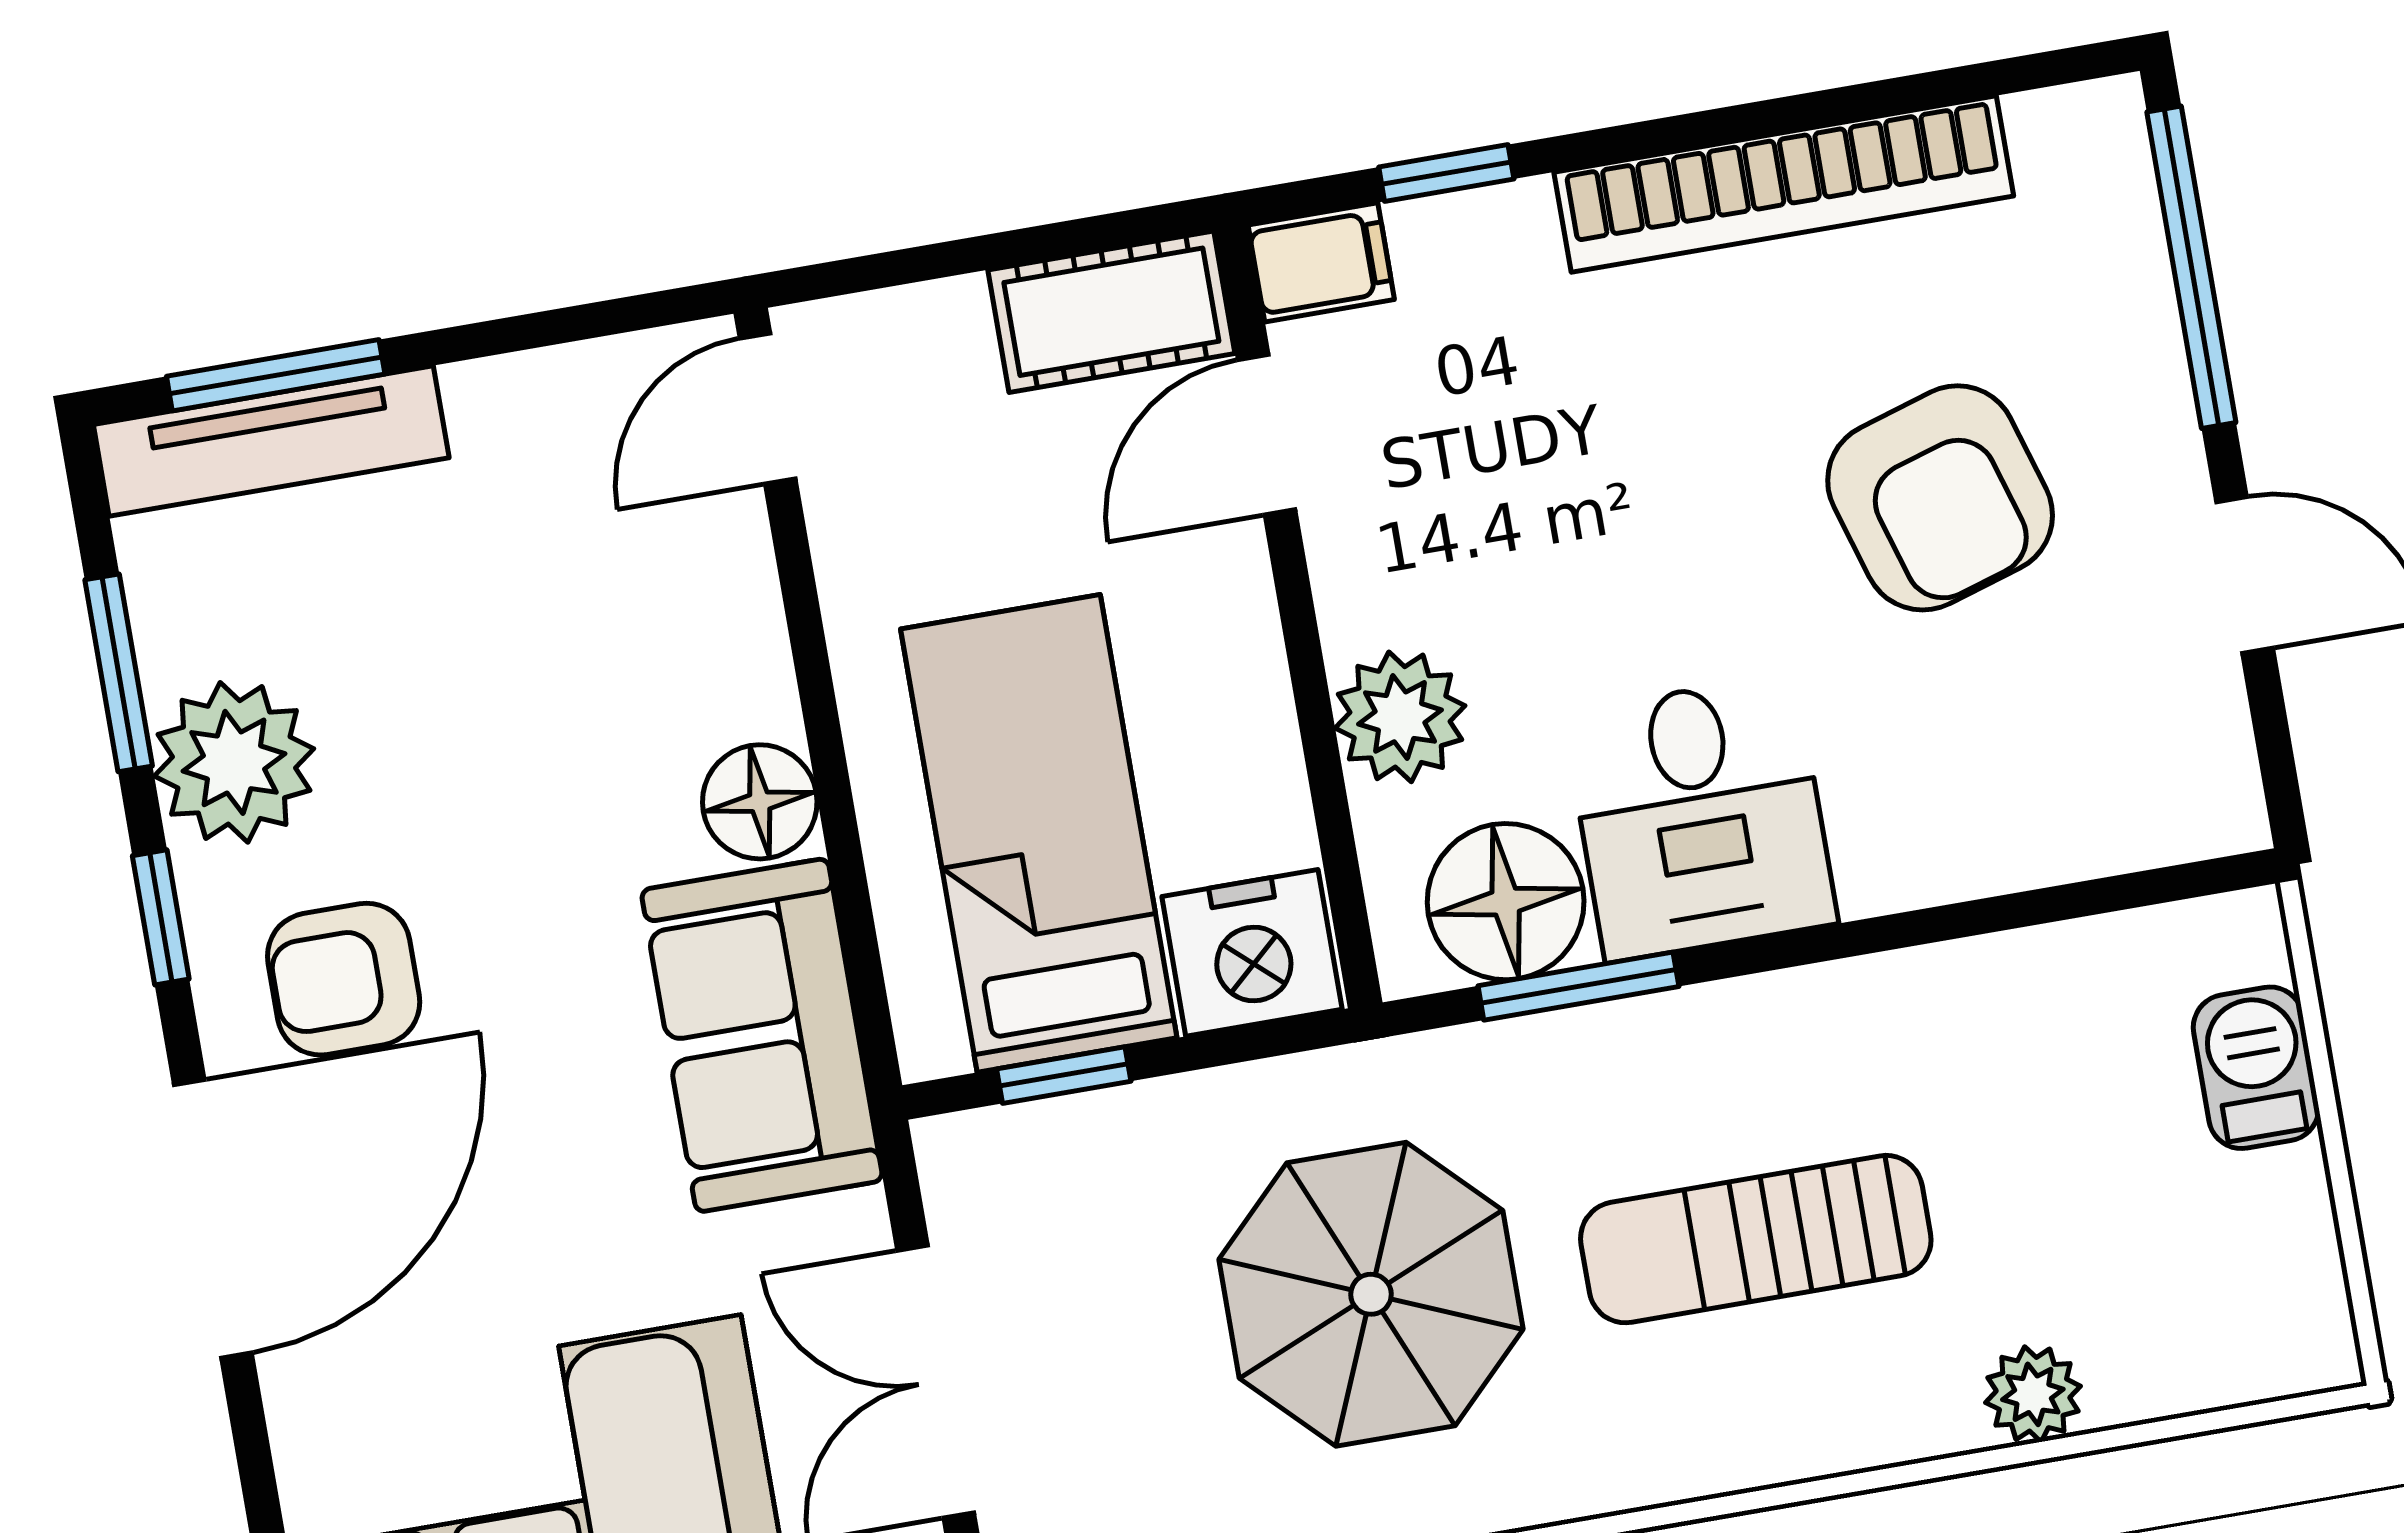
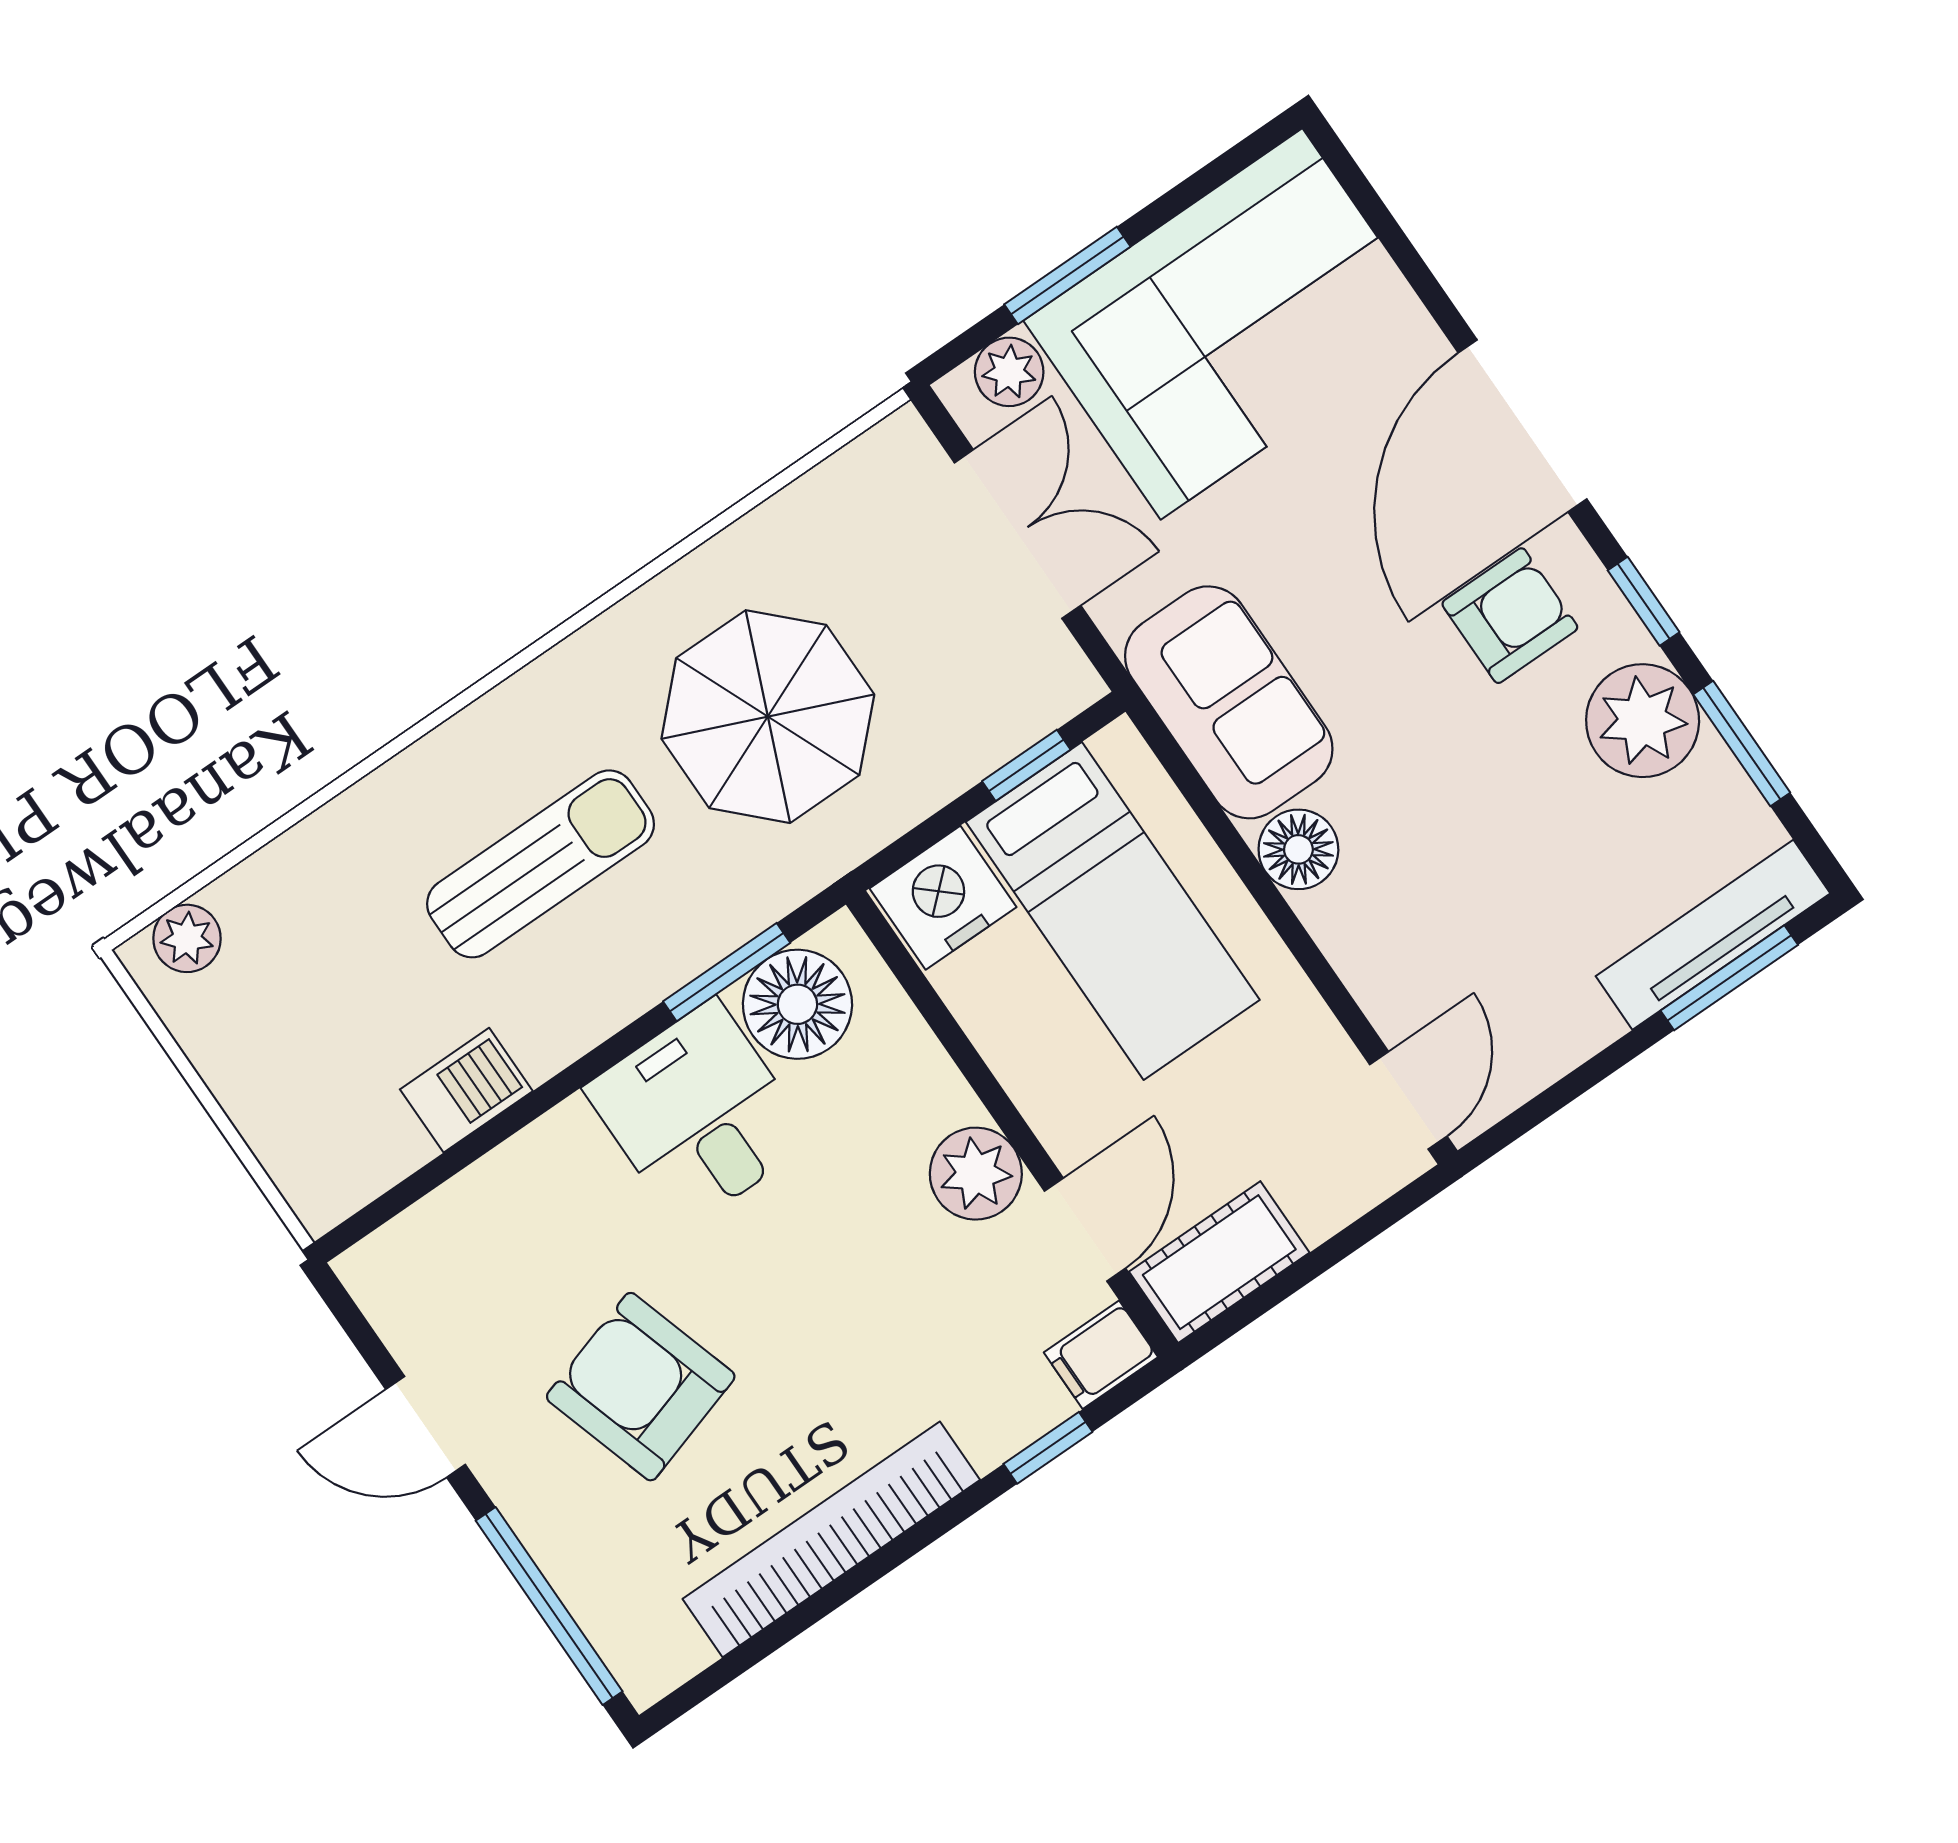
plant: (1400, 717) -> (976, 1174), moved
barbecue: (2256, 1068) -> (466, 1090), moved, turned -90
plant: (2033, 1394) -> (187, 938), moved

